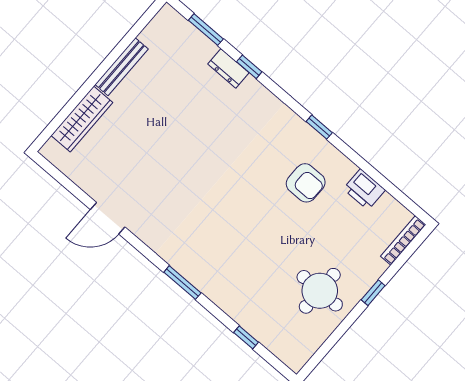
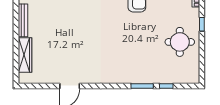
window: (182, 283) -> (142, 86), moved

